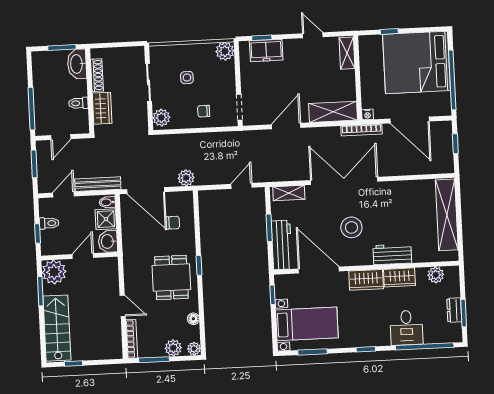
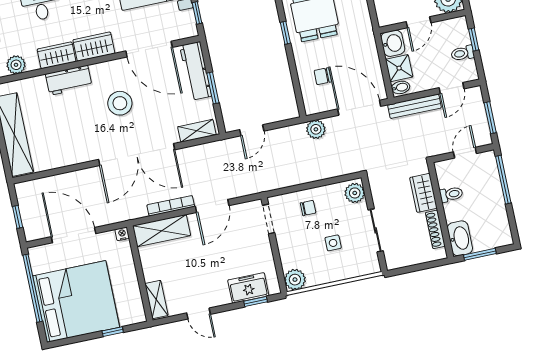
bookcase: (362, 130) -> (171, 206), moved

